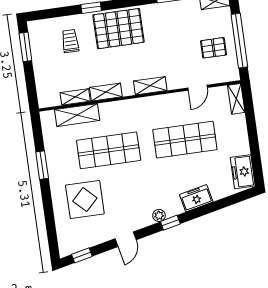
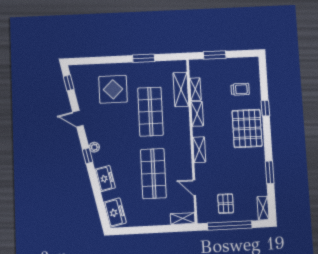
window: (25, 47) -> (215, 55), moved
freezer: (243, 172) -> (115, 213), moved, turned 78

